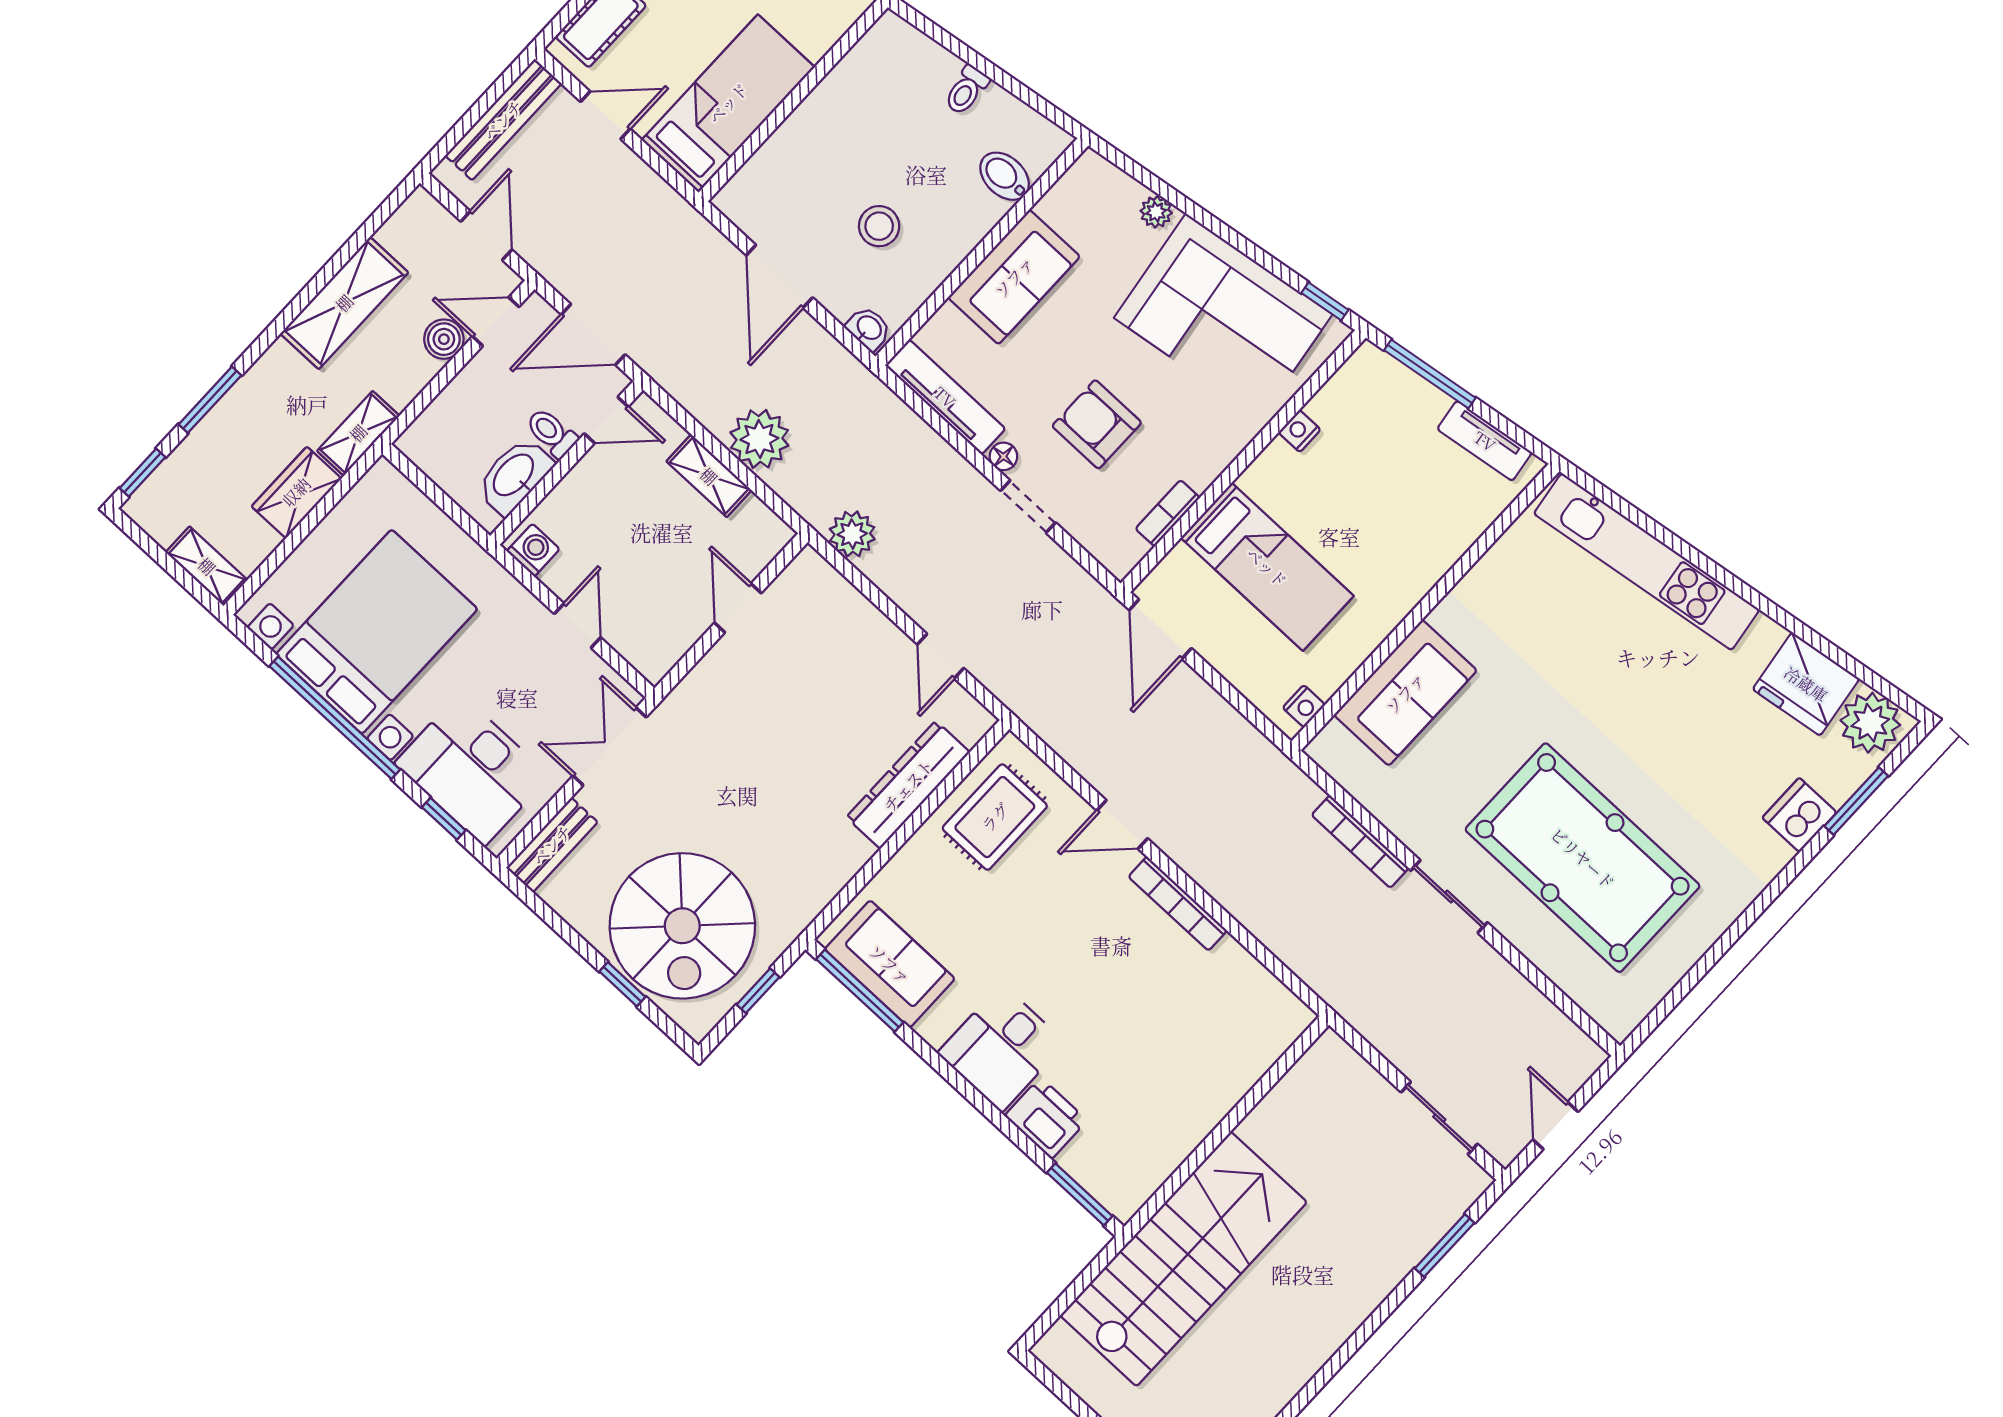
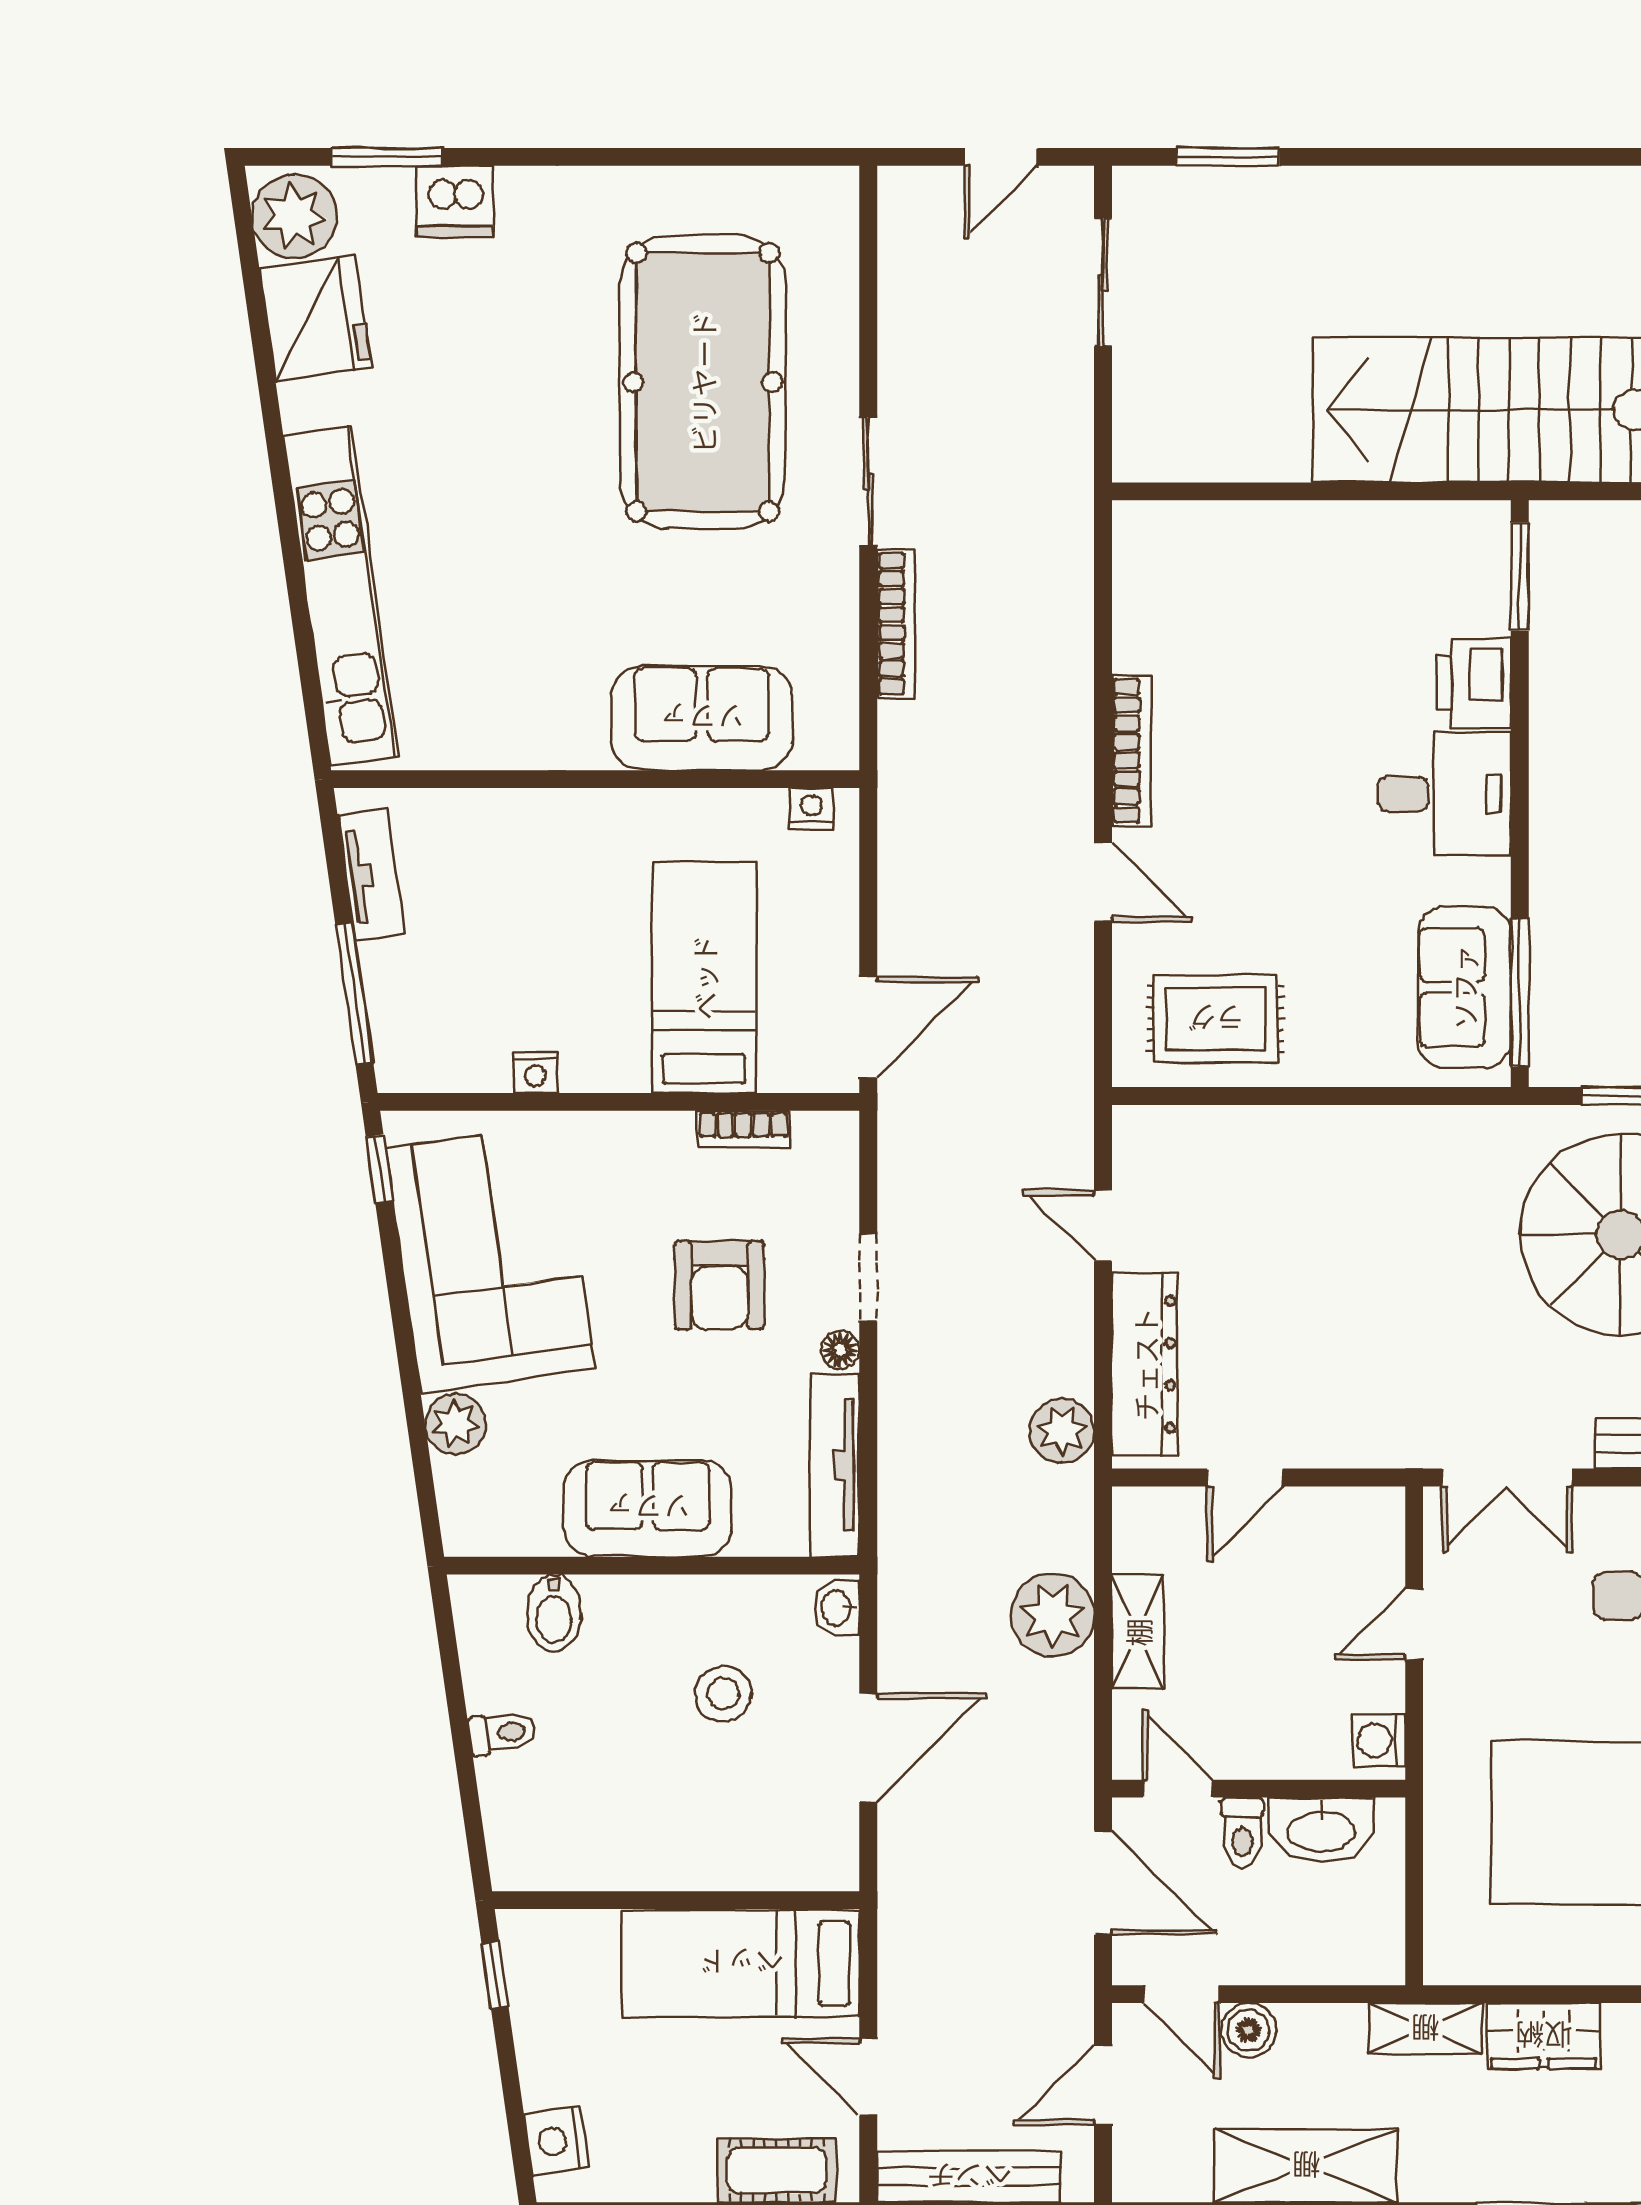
plant: (1156, 212) -> (456, 1424), width x1.38, depth x1.38
door: (941, 656) -> (1103, 1226), swing flipped
dresser: (908, 785) -> (1145, 1364), moved, turned -90

